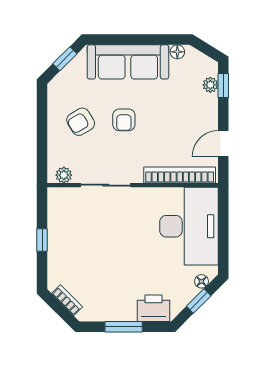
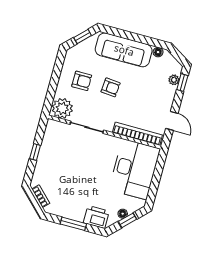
armchair: (124, 120) -> (111, 87), turned -85
armchair: (81, 122) -> (82, 81), turned -149
door: (223, 144) -> (172, 121), swing flipped
plant: (64, 175) -> (62, 108), width x1.88, depth x1.88
floor lamp: (202, 281) -> (123, 214), moved

